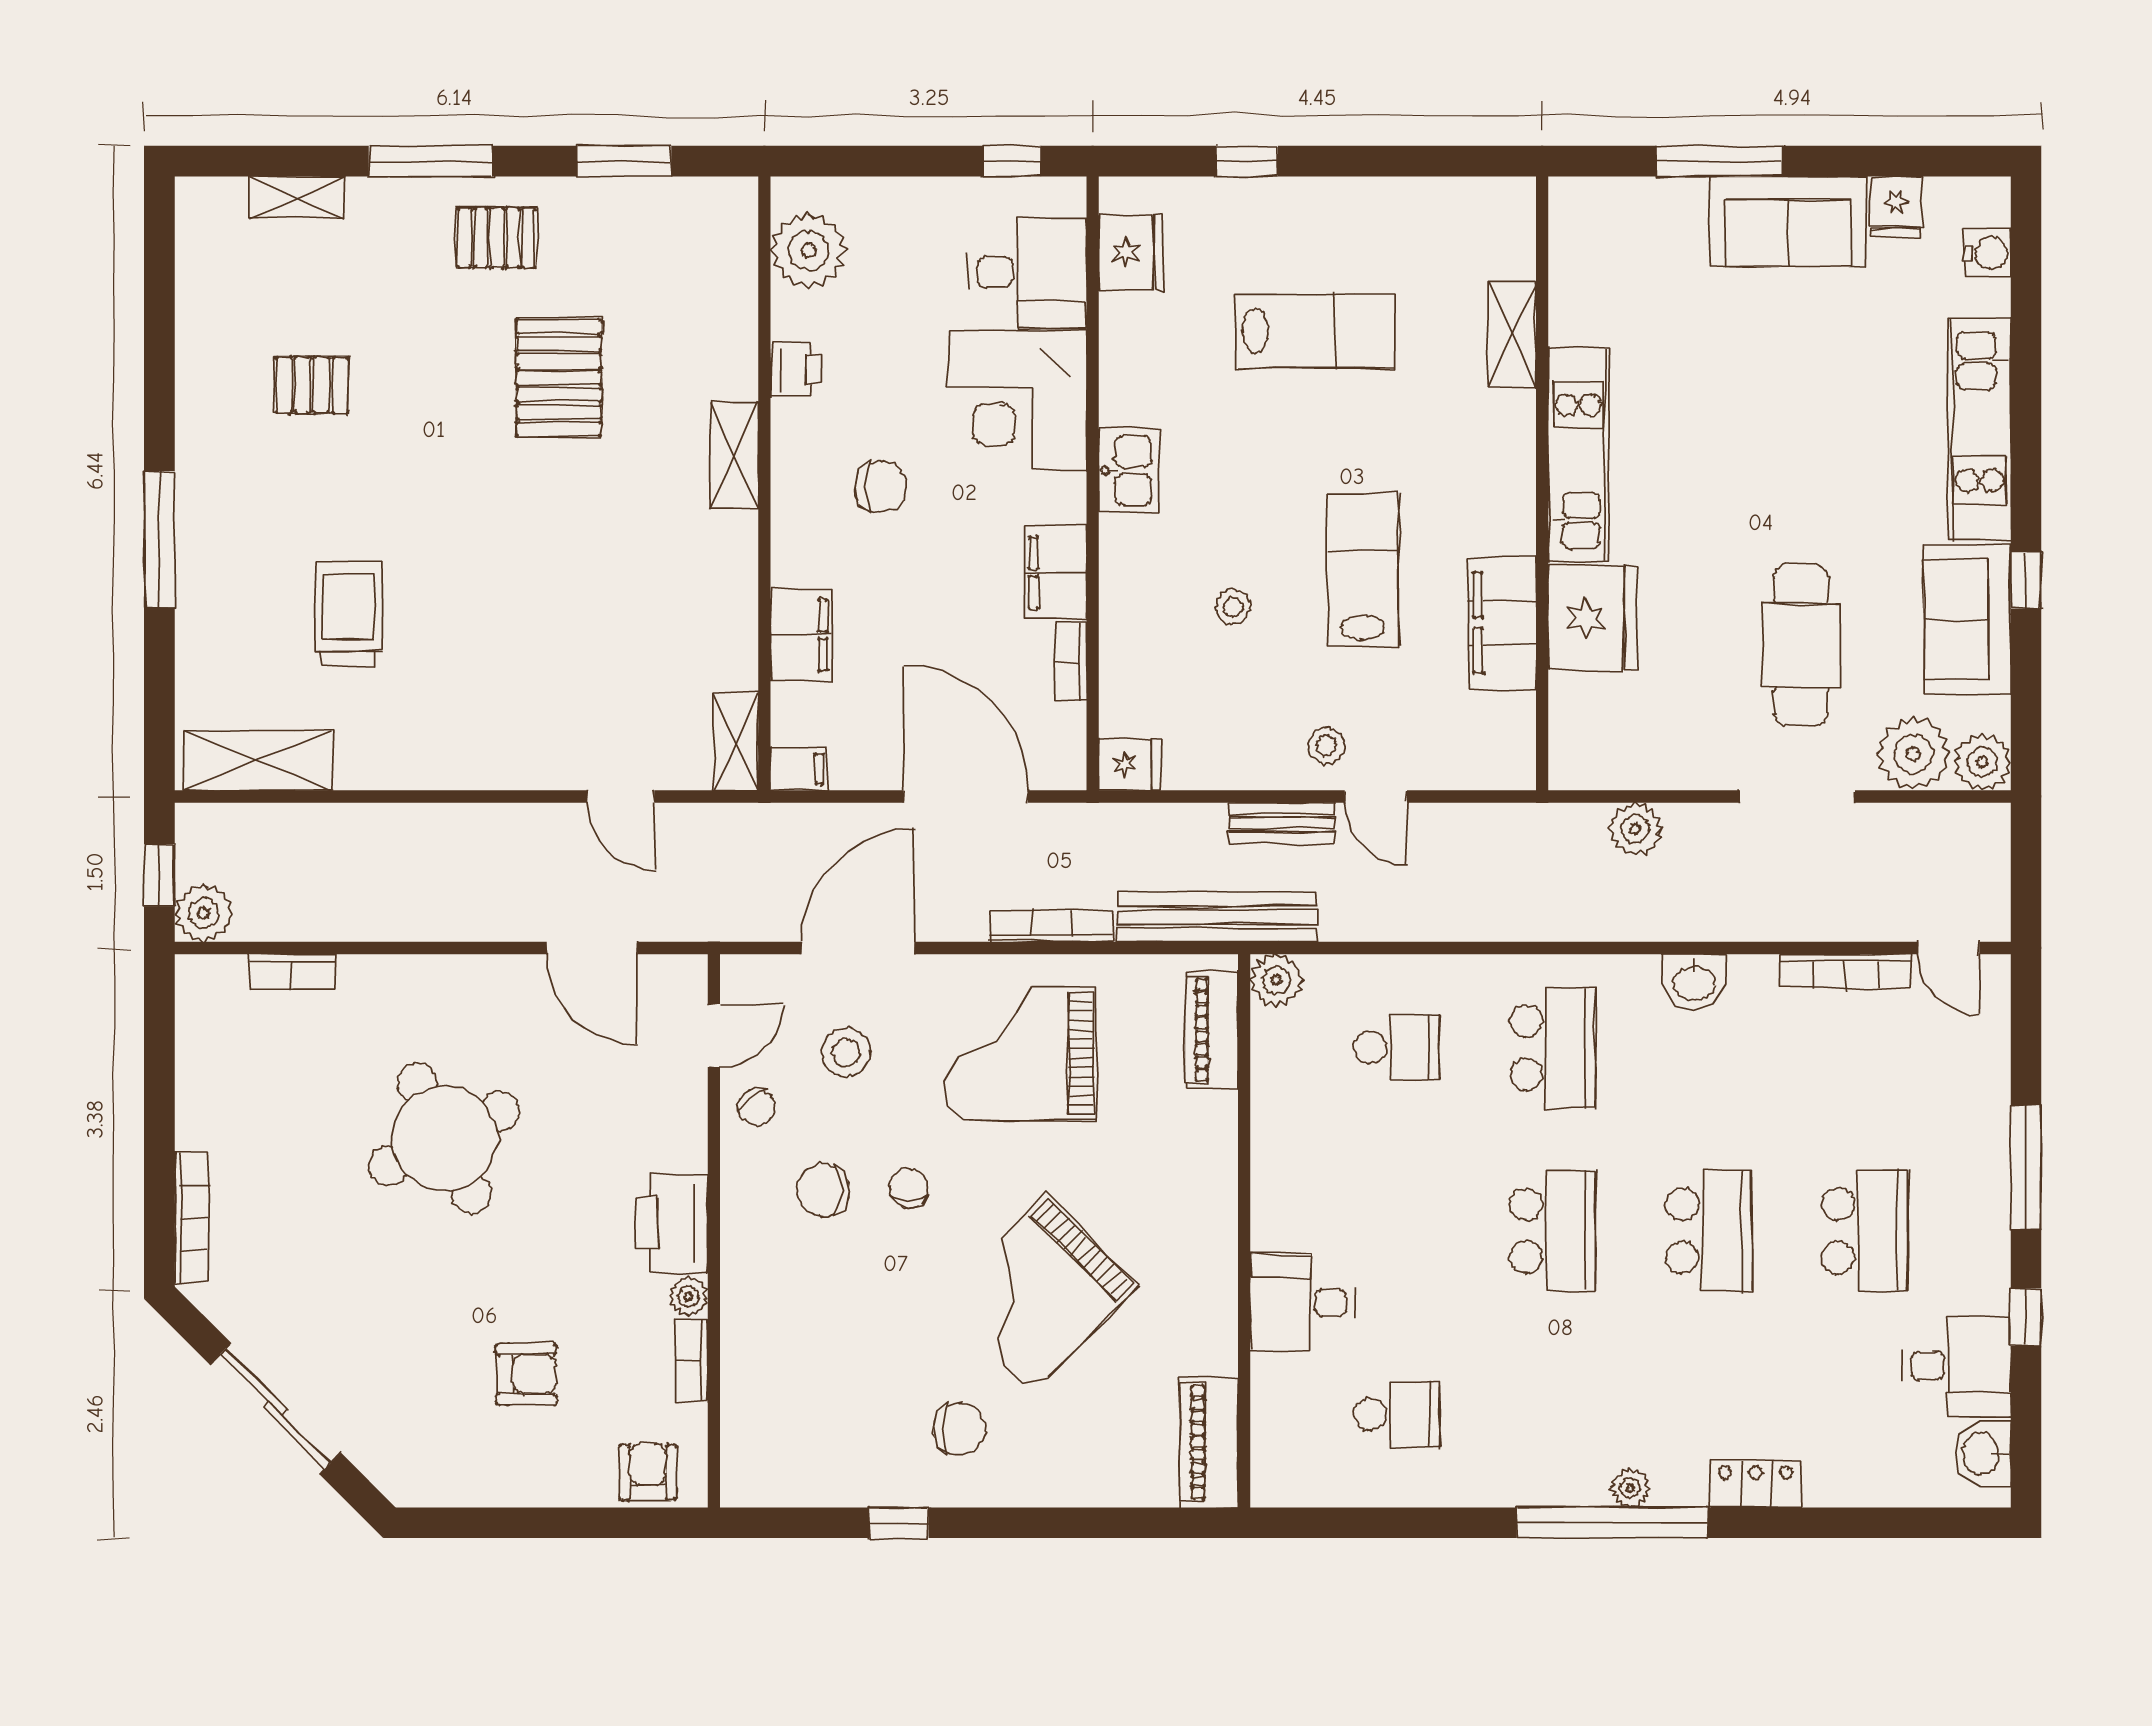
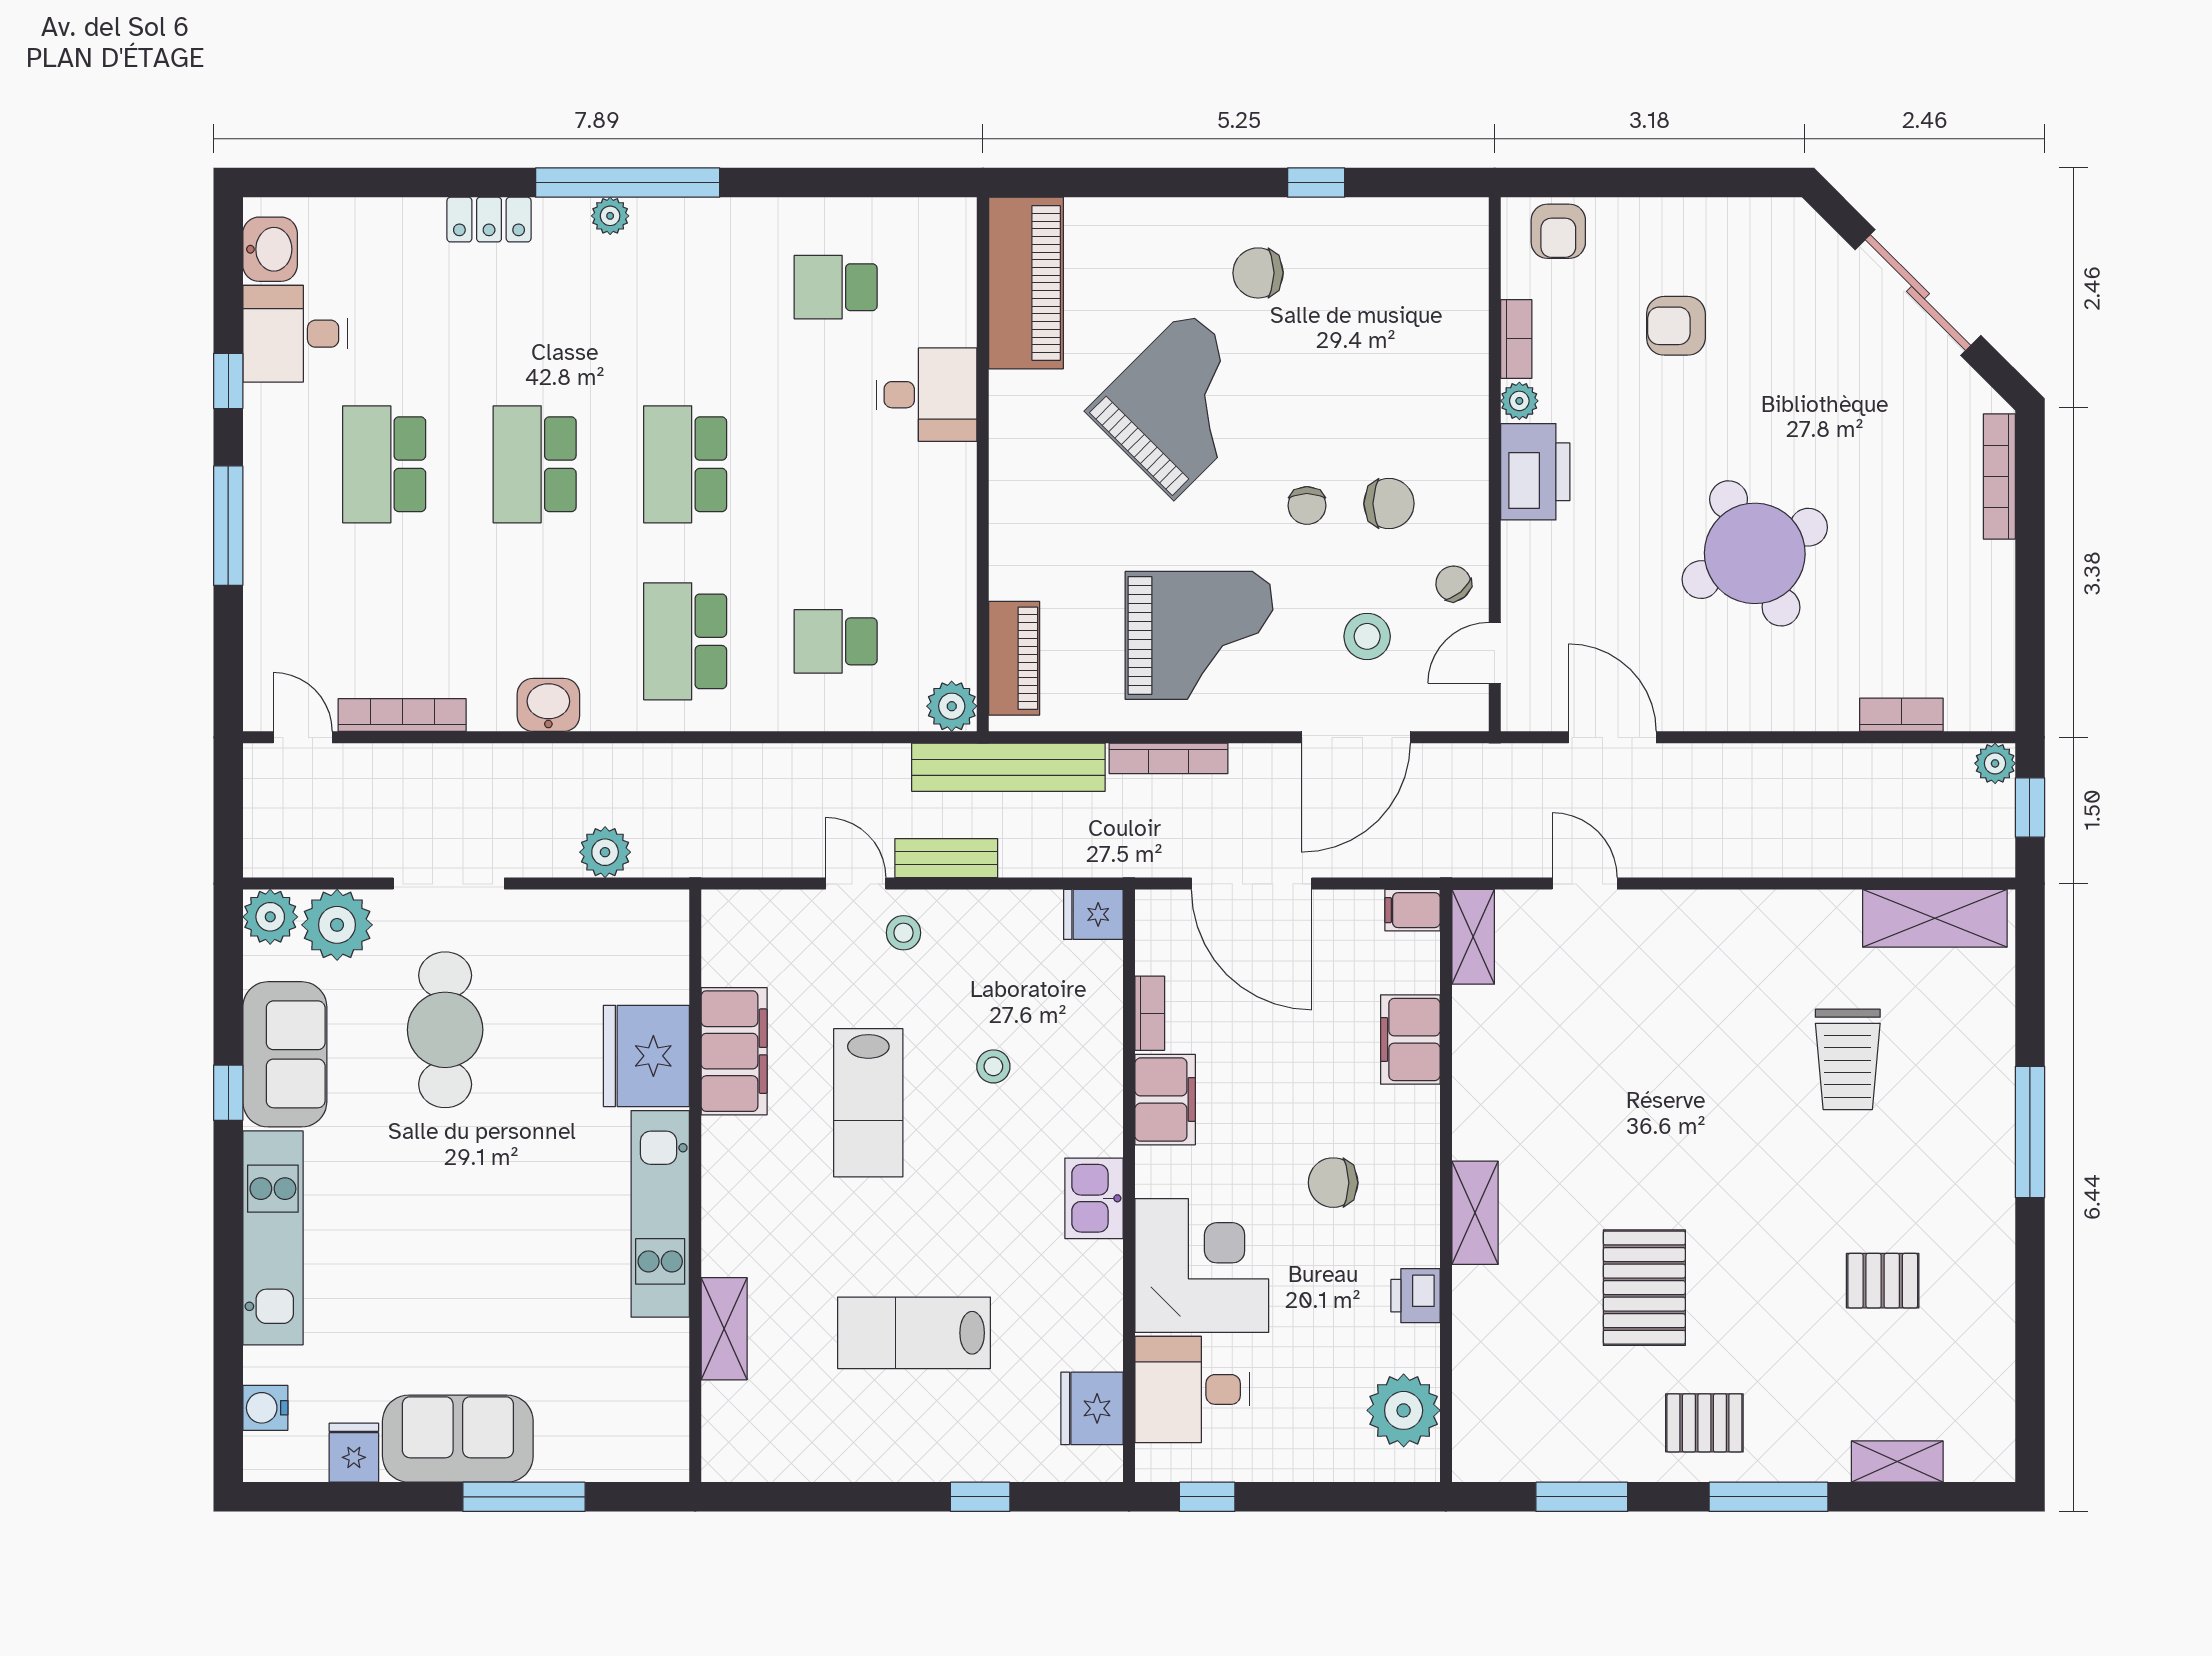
plant: (203, 913) -> (1995, 763), width x0.73, depth x0.73
piano: (1209, 1442) -> (1026, 283), width x1.37, depth x1.33

